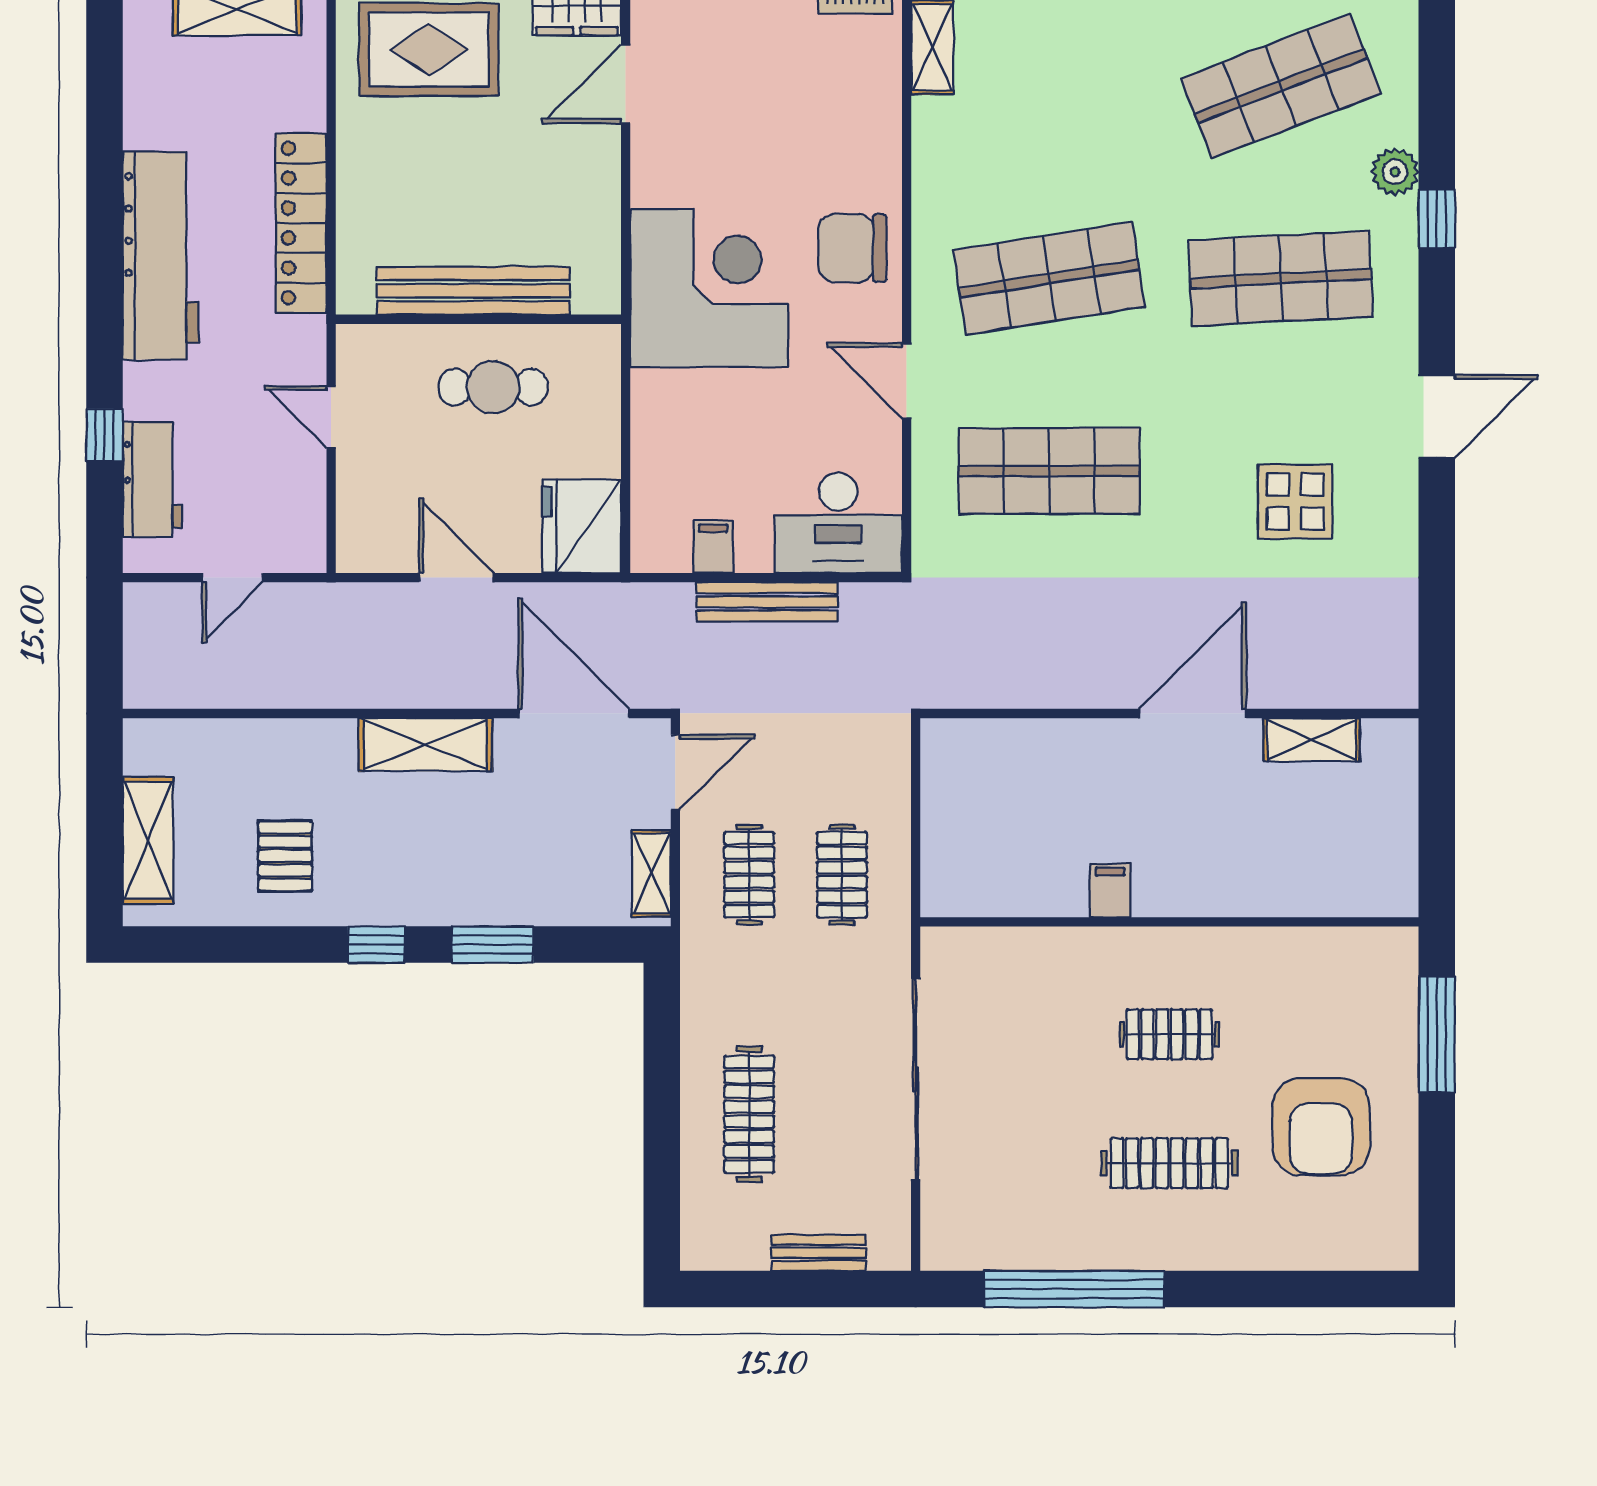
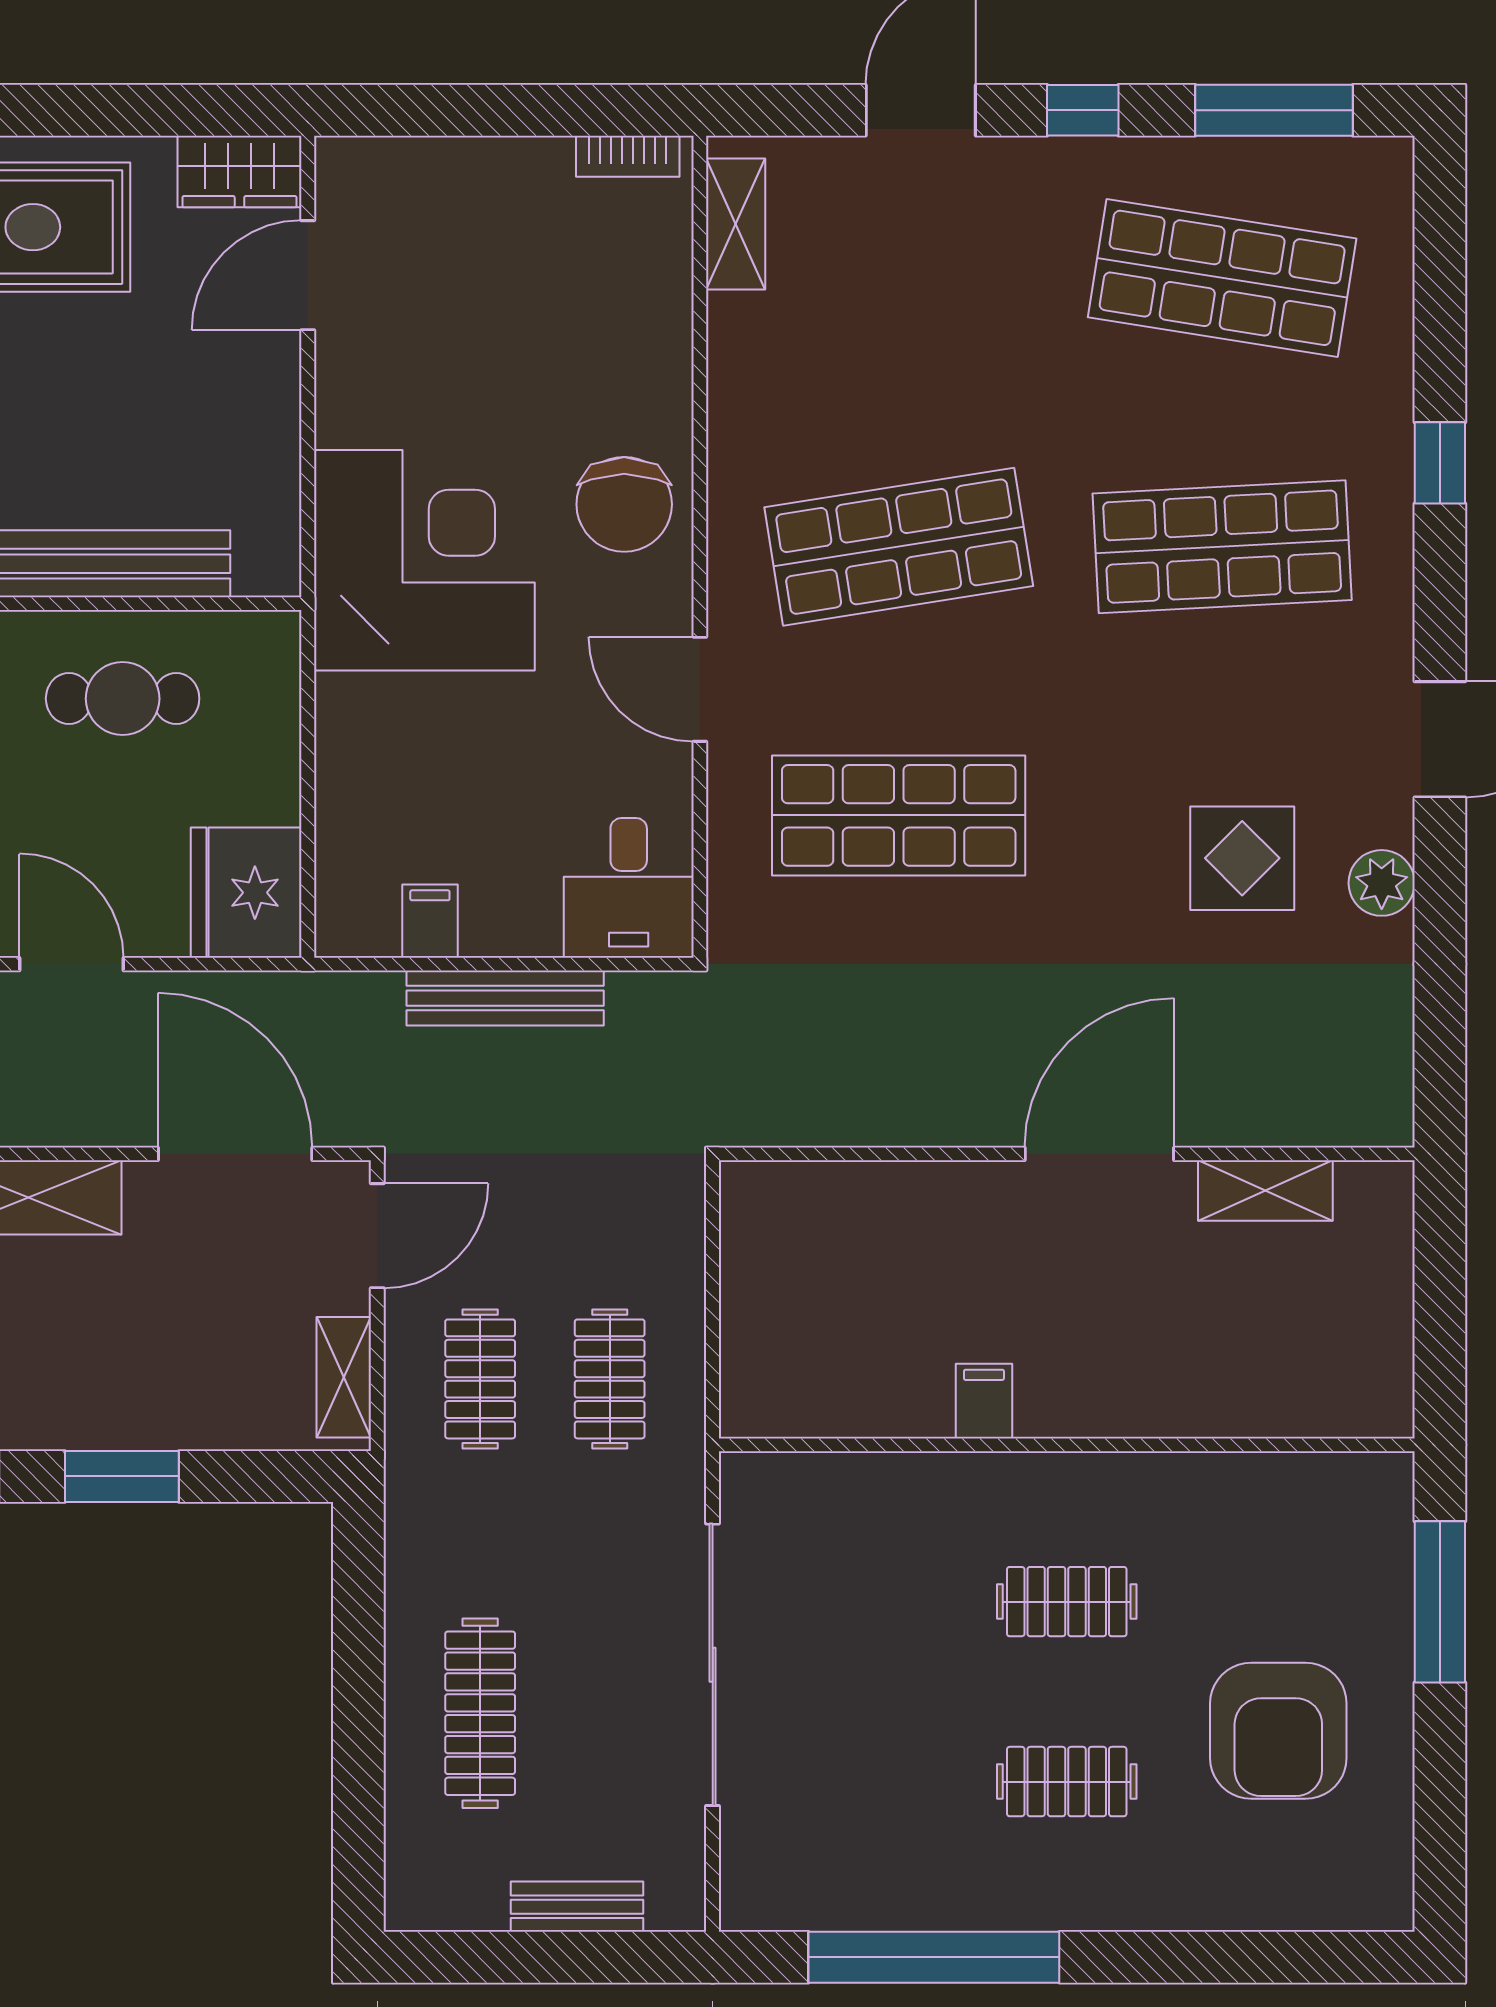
shop shelf: (1281, 86) -> (1222, 278), turned 30
plant: (1395, 172) -> (1382, 883), moved
chair: (852, 248) -> (624, 504), turned -90
desk: (838, 523) -> (629, 888), width x0.73
clothes rail: (1169, 1163) -> (1067, 1782), width x0.73

